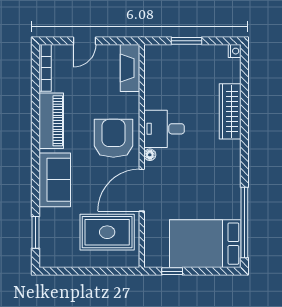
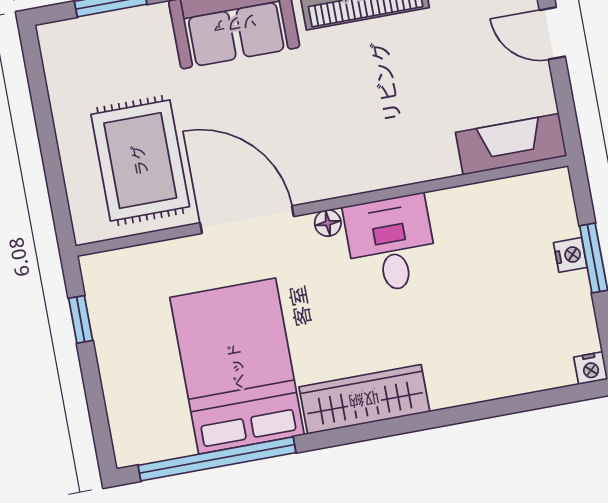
nightstand: (183, 51) -> (570, 255), added
wardrobe: (230, 111) -> (364, 399), moved
armchair: (113, 138) -> (350, 136), removed
bed: (205, 244) -> (237, 366), moved

